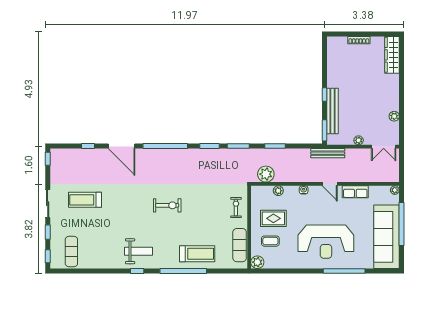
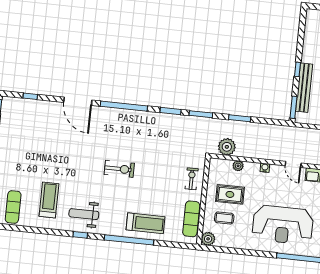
window: (88, 146) -> (30, 96), moved
bench: (328, 153) -> (294, 132), removed
treadmill: (85, 200) -> (49, 200), moved, turned 90
weight bench: (138, 251) -> (84, 214), turned 180

